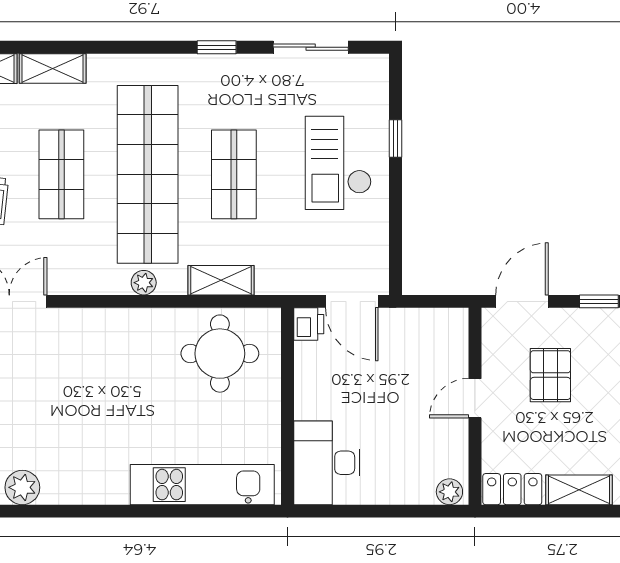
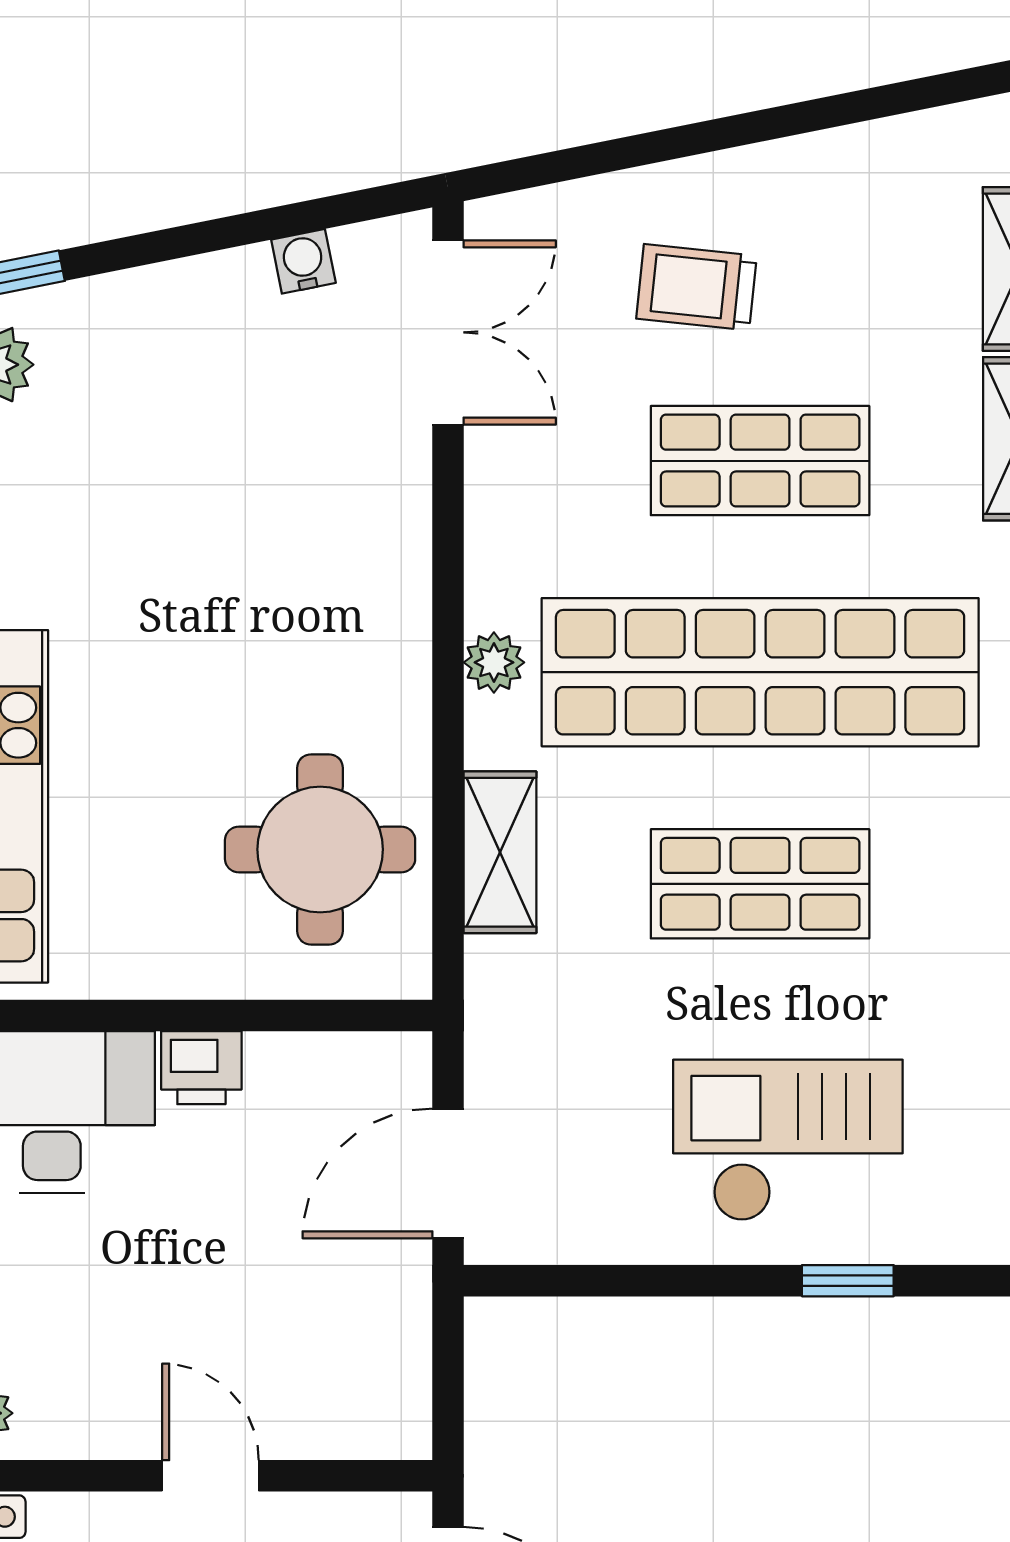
printer: (309, 324) -> (201, 1068), moved

